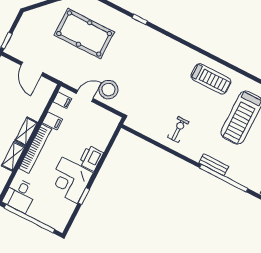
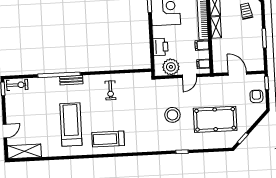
armchair: (26, 33) -> (256, 96), added
stool: (108, 89) -> (172, 115), moved
plant: (99, 117) -> (171, 67), added
printer: (91, 158) -> (160, 47), moved

